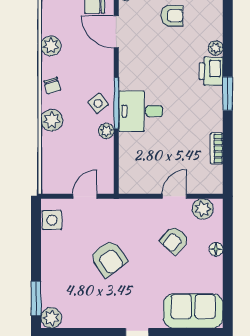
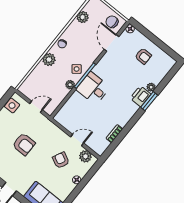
plant: (51, 46) -> (83, 17), moved
window: (228, 94) -> (149, 101), moved
armchair: (174, 240) -> (61, 160), turned 75
armchair: (109, 258) -> (24, 144), turned -54

